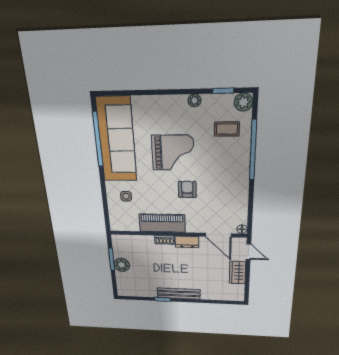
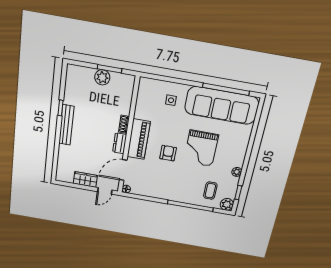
armchair: (187, 189) -> (168, 153), turned -90
piano: (162, 223) -> (139, 139), moved

